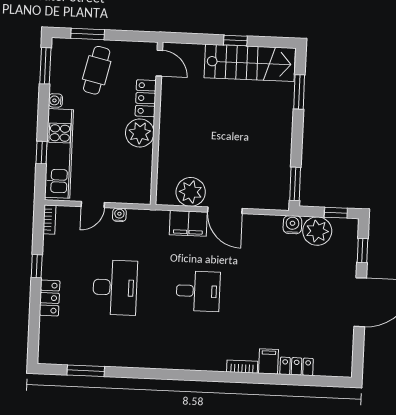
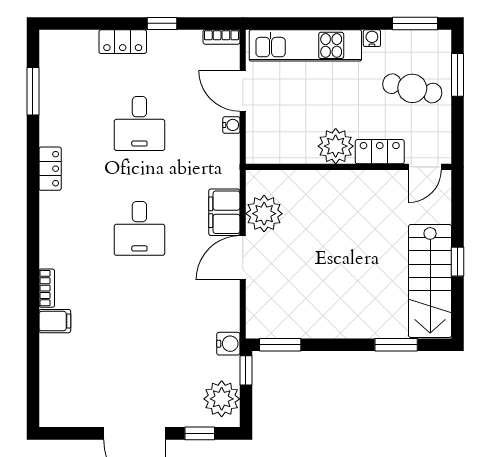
window: (42, 153) -> (305, 23), removed
door: (93, 205) -> (243, 91), width x1.38
window: (336, 213) -> (246, 370), moved
plant: (317, 231) -> (222, 399), moved
desk: (115, 287) -> (139, 123), width x0.73
locker: (297, 366) -> (50, 169), moved

